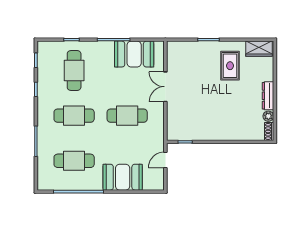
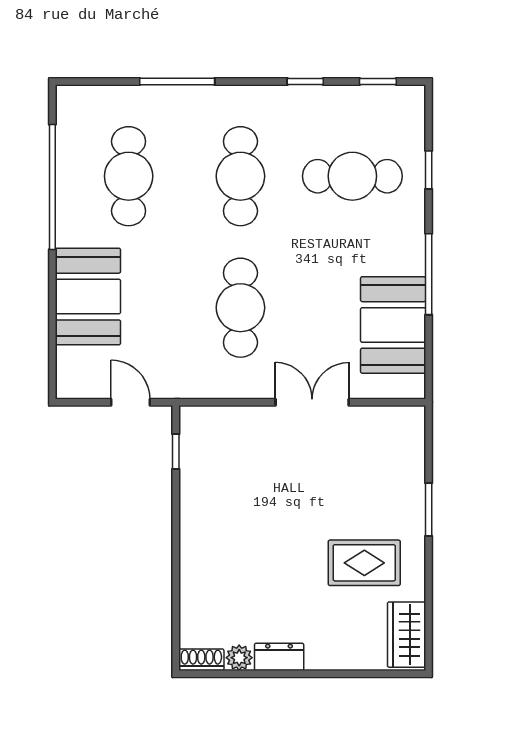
dresser: (268, 96) -> (279, 657), width x0.70

